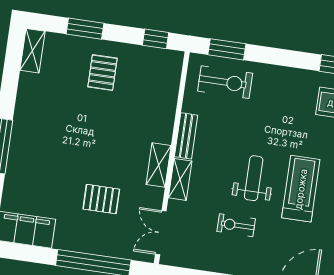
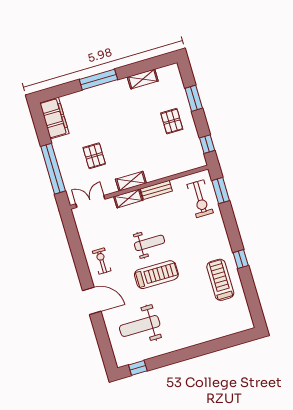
shelving: (33, 51) -> (143, 79), moved
pallet: (102, 73) -> (172, 121), turned 90
exercise bike: (236, 225) -> (102, 261), moved

